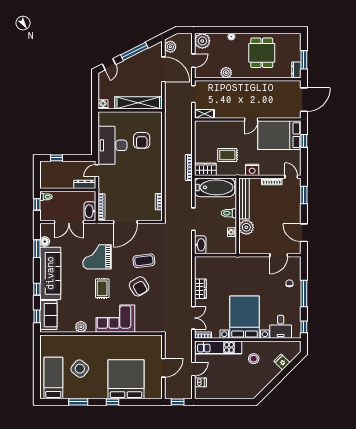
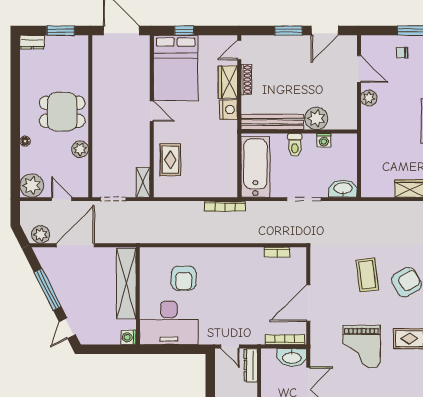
dining table: (262, 53) -> (62, 112), moved
door: (109, 64) -> (67, 328), swing flipped
dresser: (296, 70) -> (32, 42), moved
armchair: (142, 140) -> (184, 278), turned 90
desk: (112, 145) -> (169, 323), moved
rug: (227, 155) -> (170, 160), moved
wardrobe: (205, 169) -> (228, 82), moved
window: (304, 195) -> (289, 31), moved
door: (125, 222) -> (308, 303), swing flipped
plant: (260, 262) -> (369, 98), added

